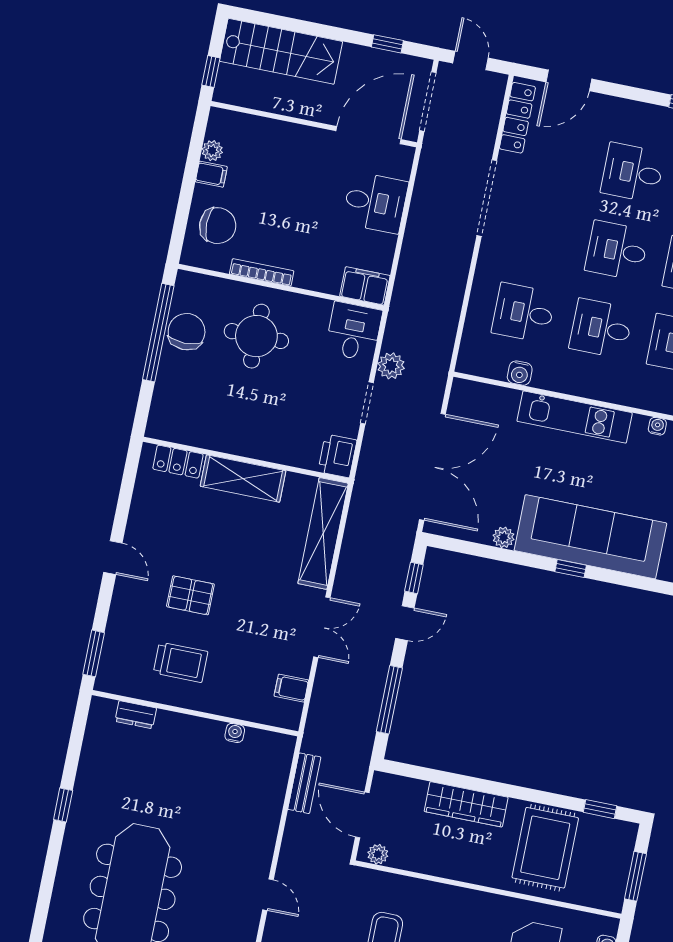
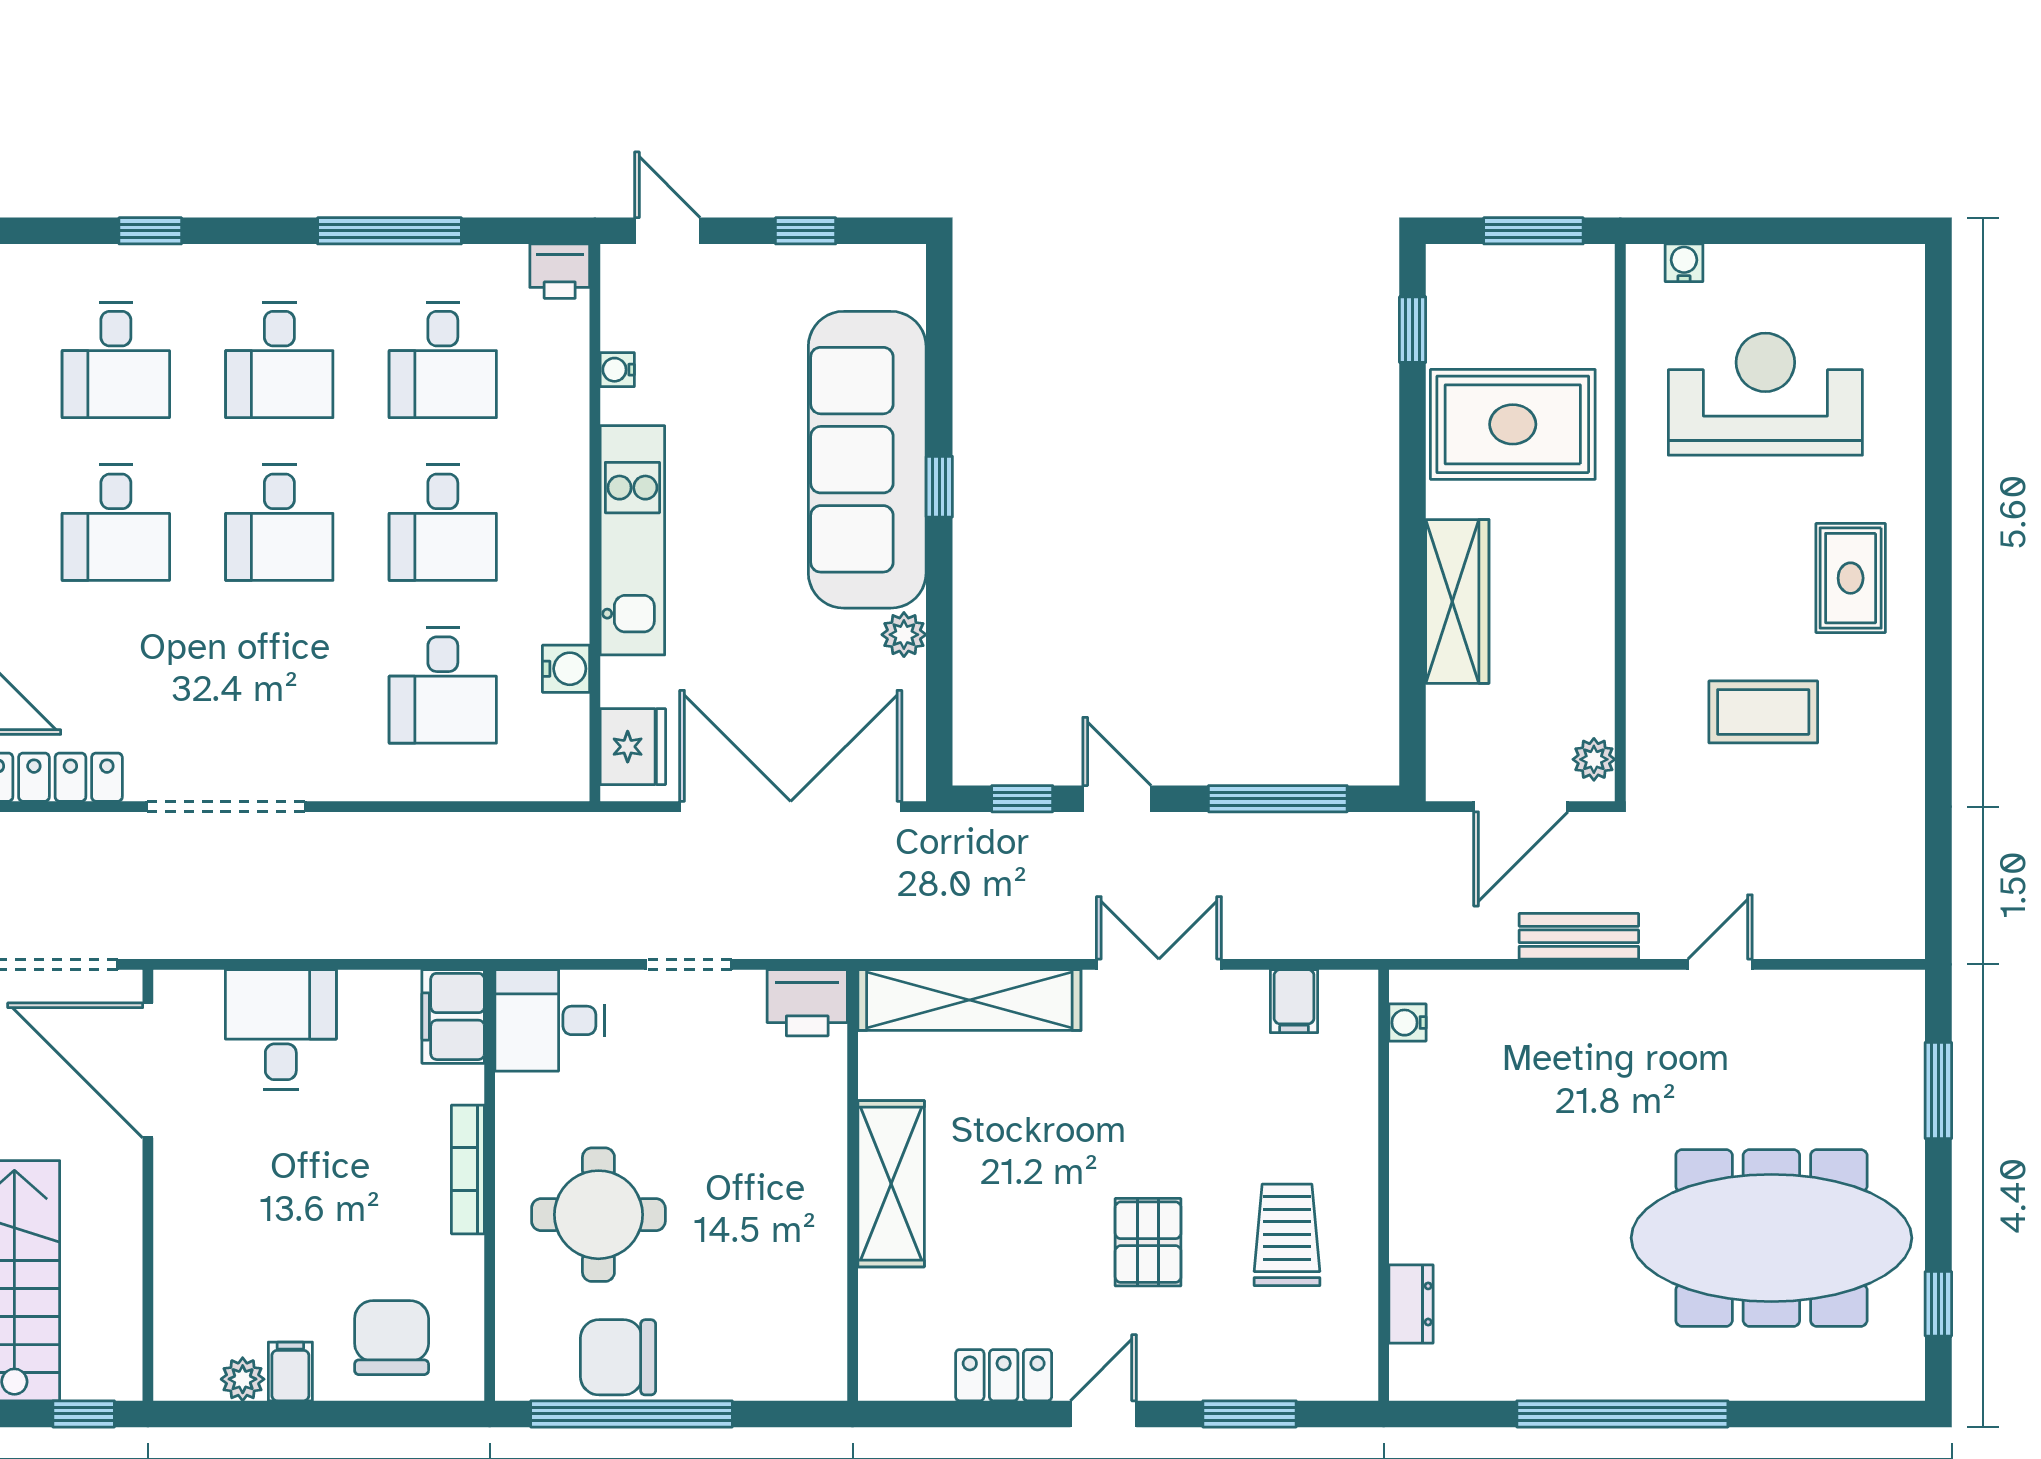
bookcase: (262, 272) -> (468, 1169), moved
plant: (391, 366) -> (604, 931), removed
fridge: (476, 397) -> (633, 747), added
locker: (178, 462) -> (1004, 1375), moved, turned -90
window: (94, 653) -> (1250, 1414), moved
water cooler: (235, 733) -> (1407, 1023), moved
bench: (304, 783) -> (1579, 936), moved
window: (63, 805) -> (1622, 1414), width x3.17

